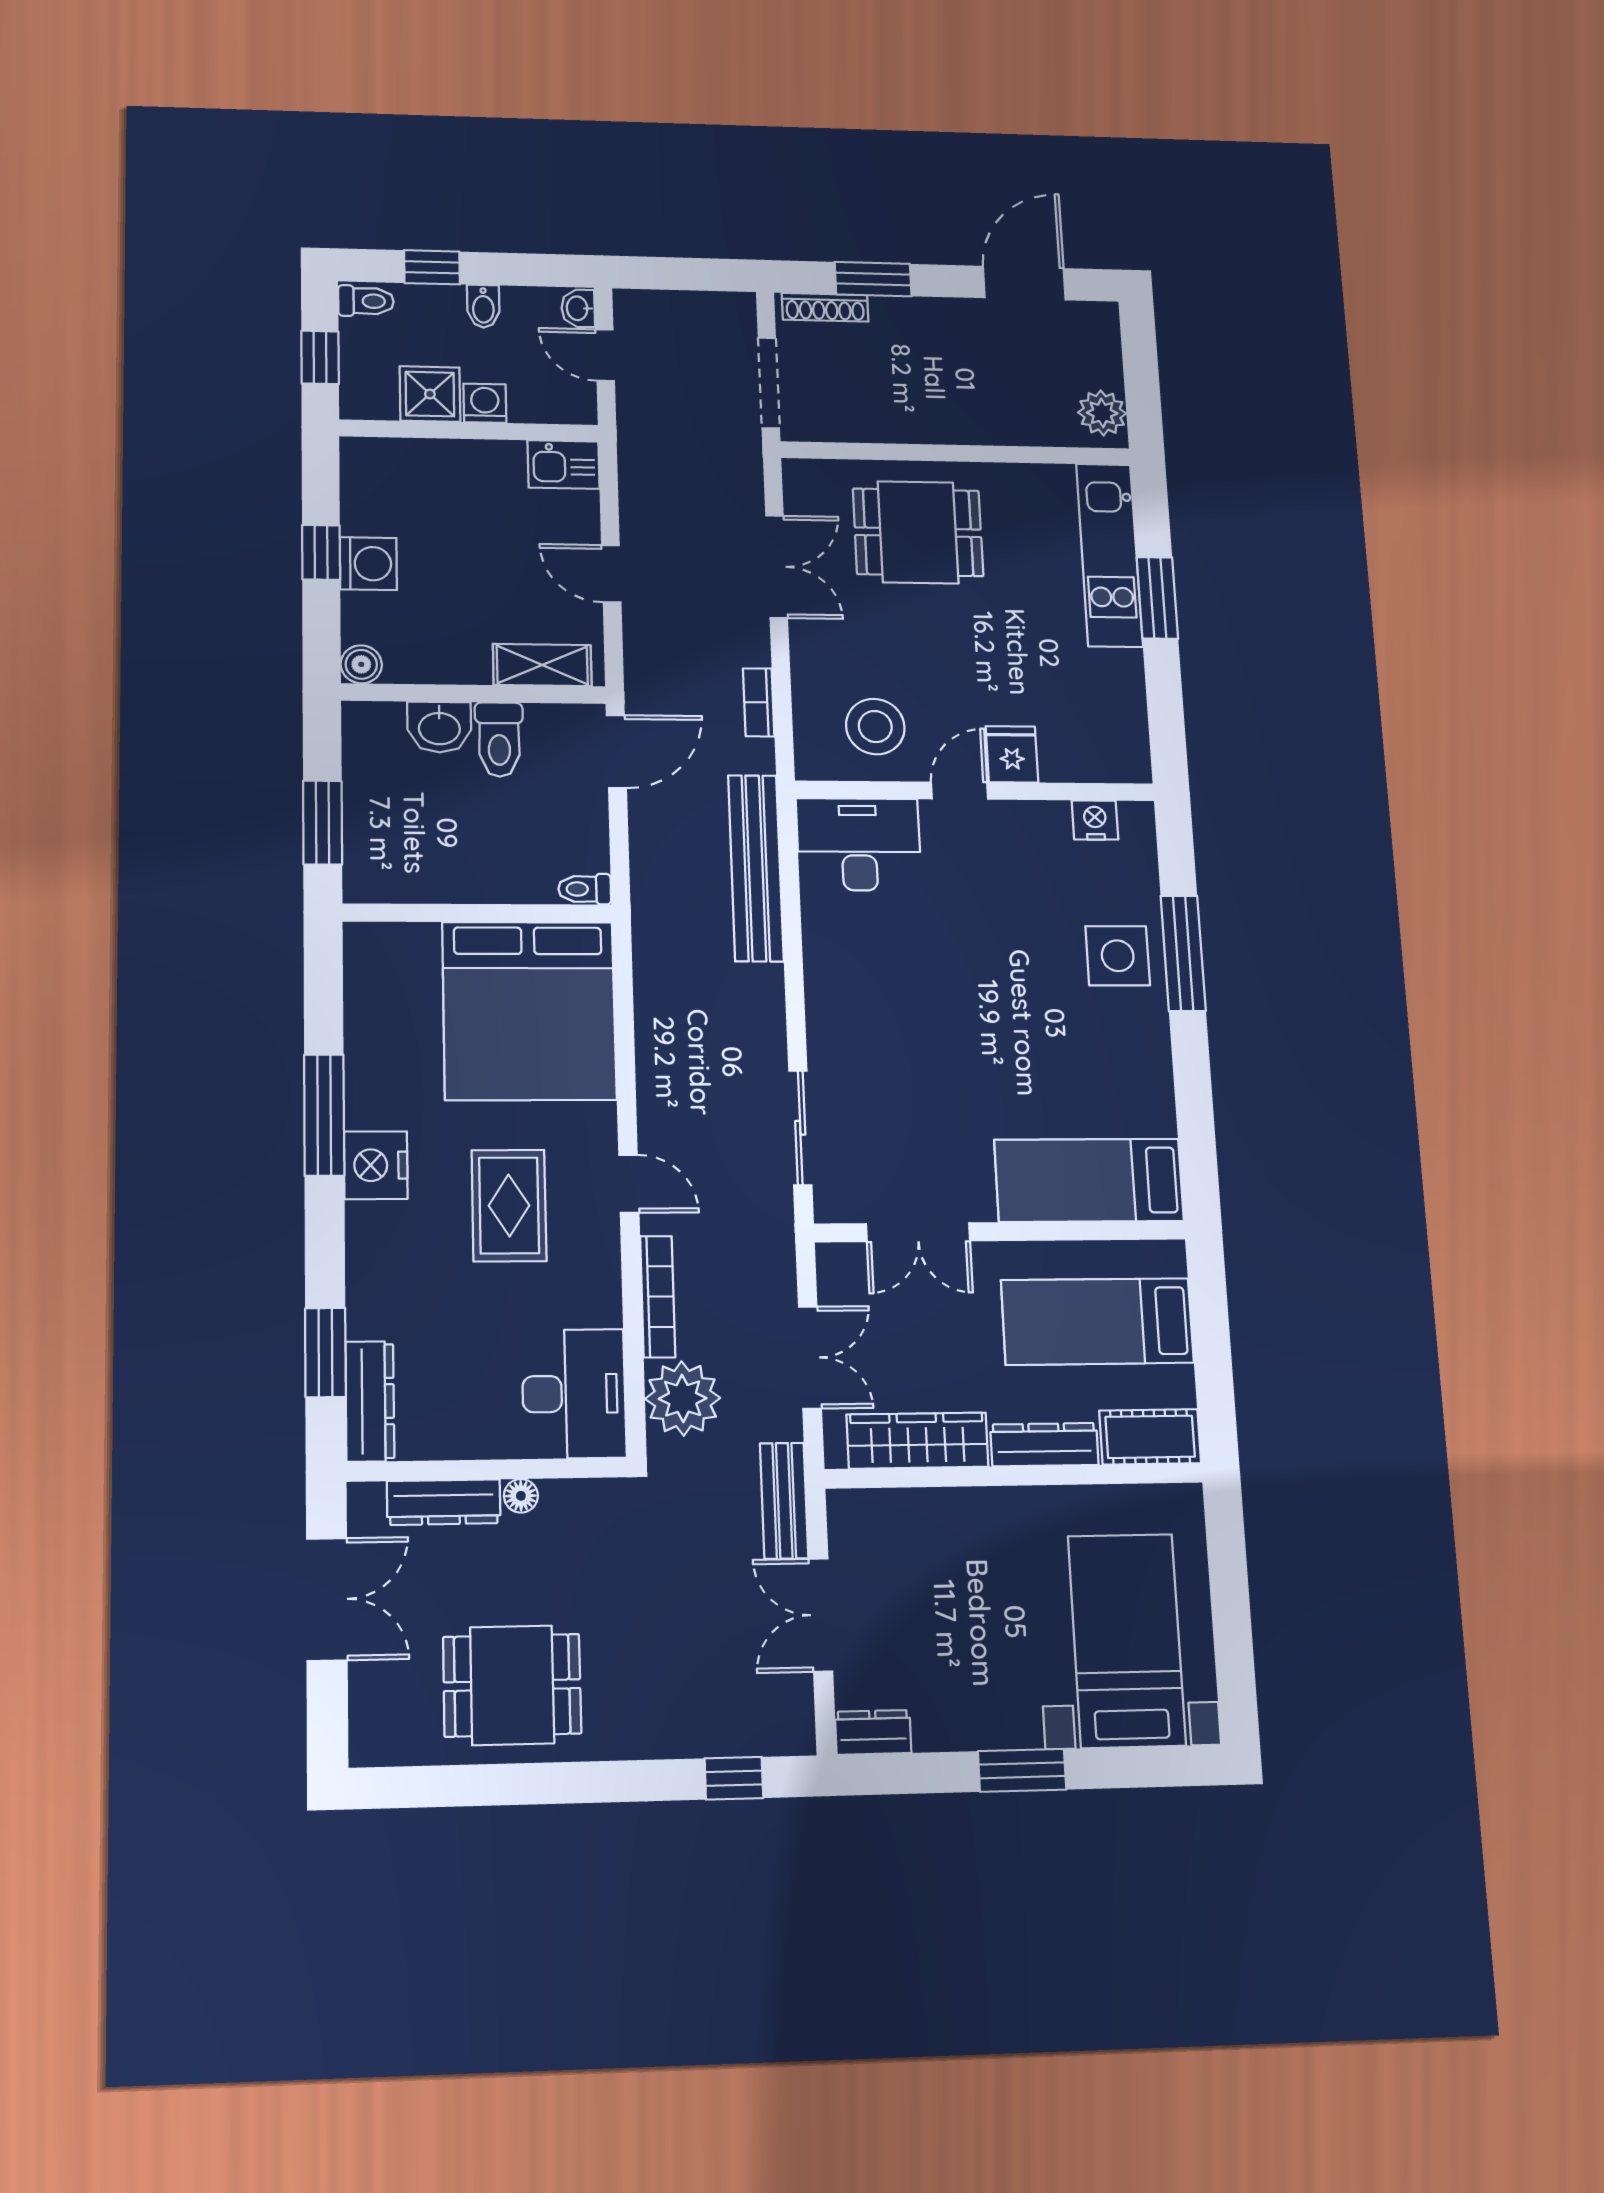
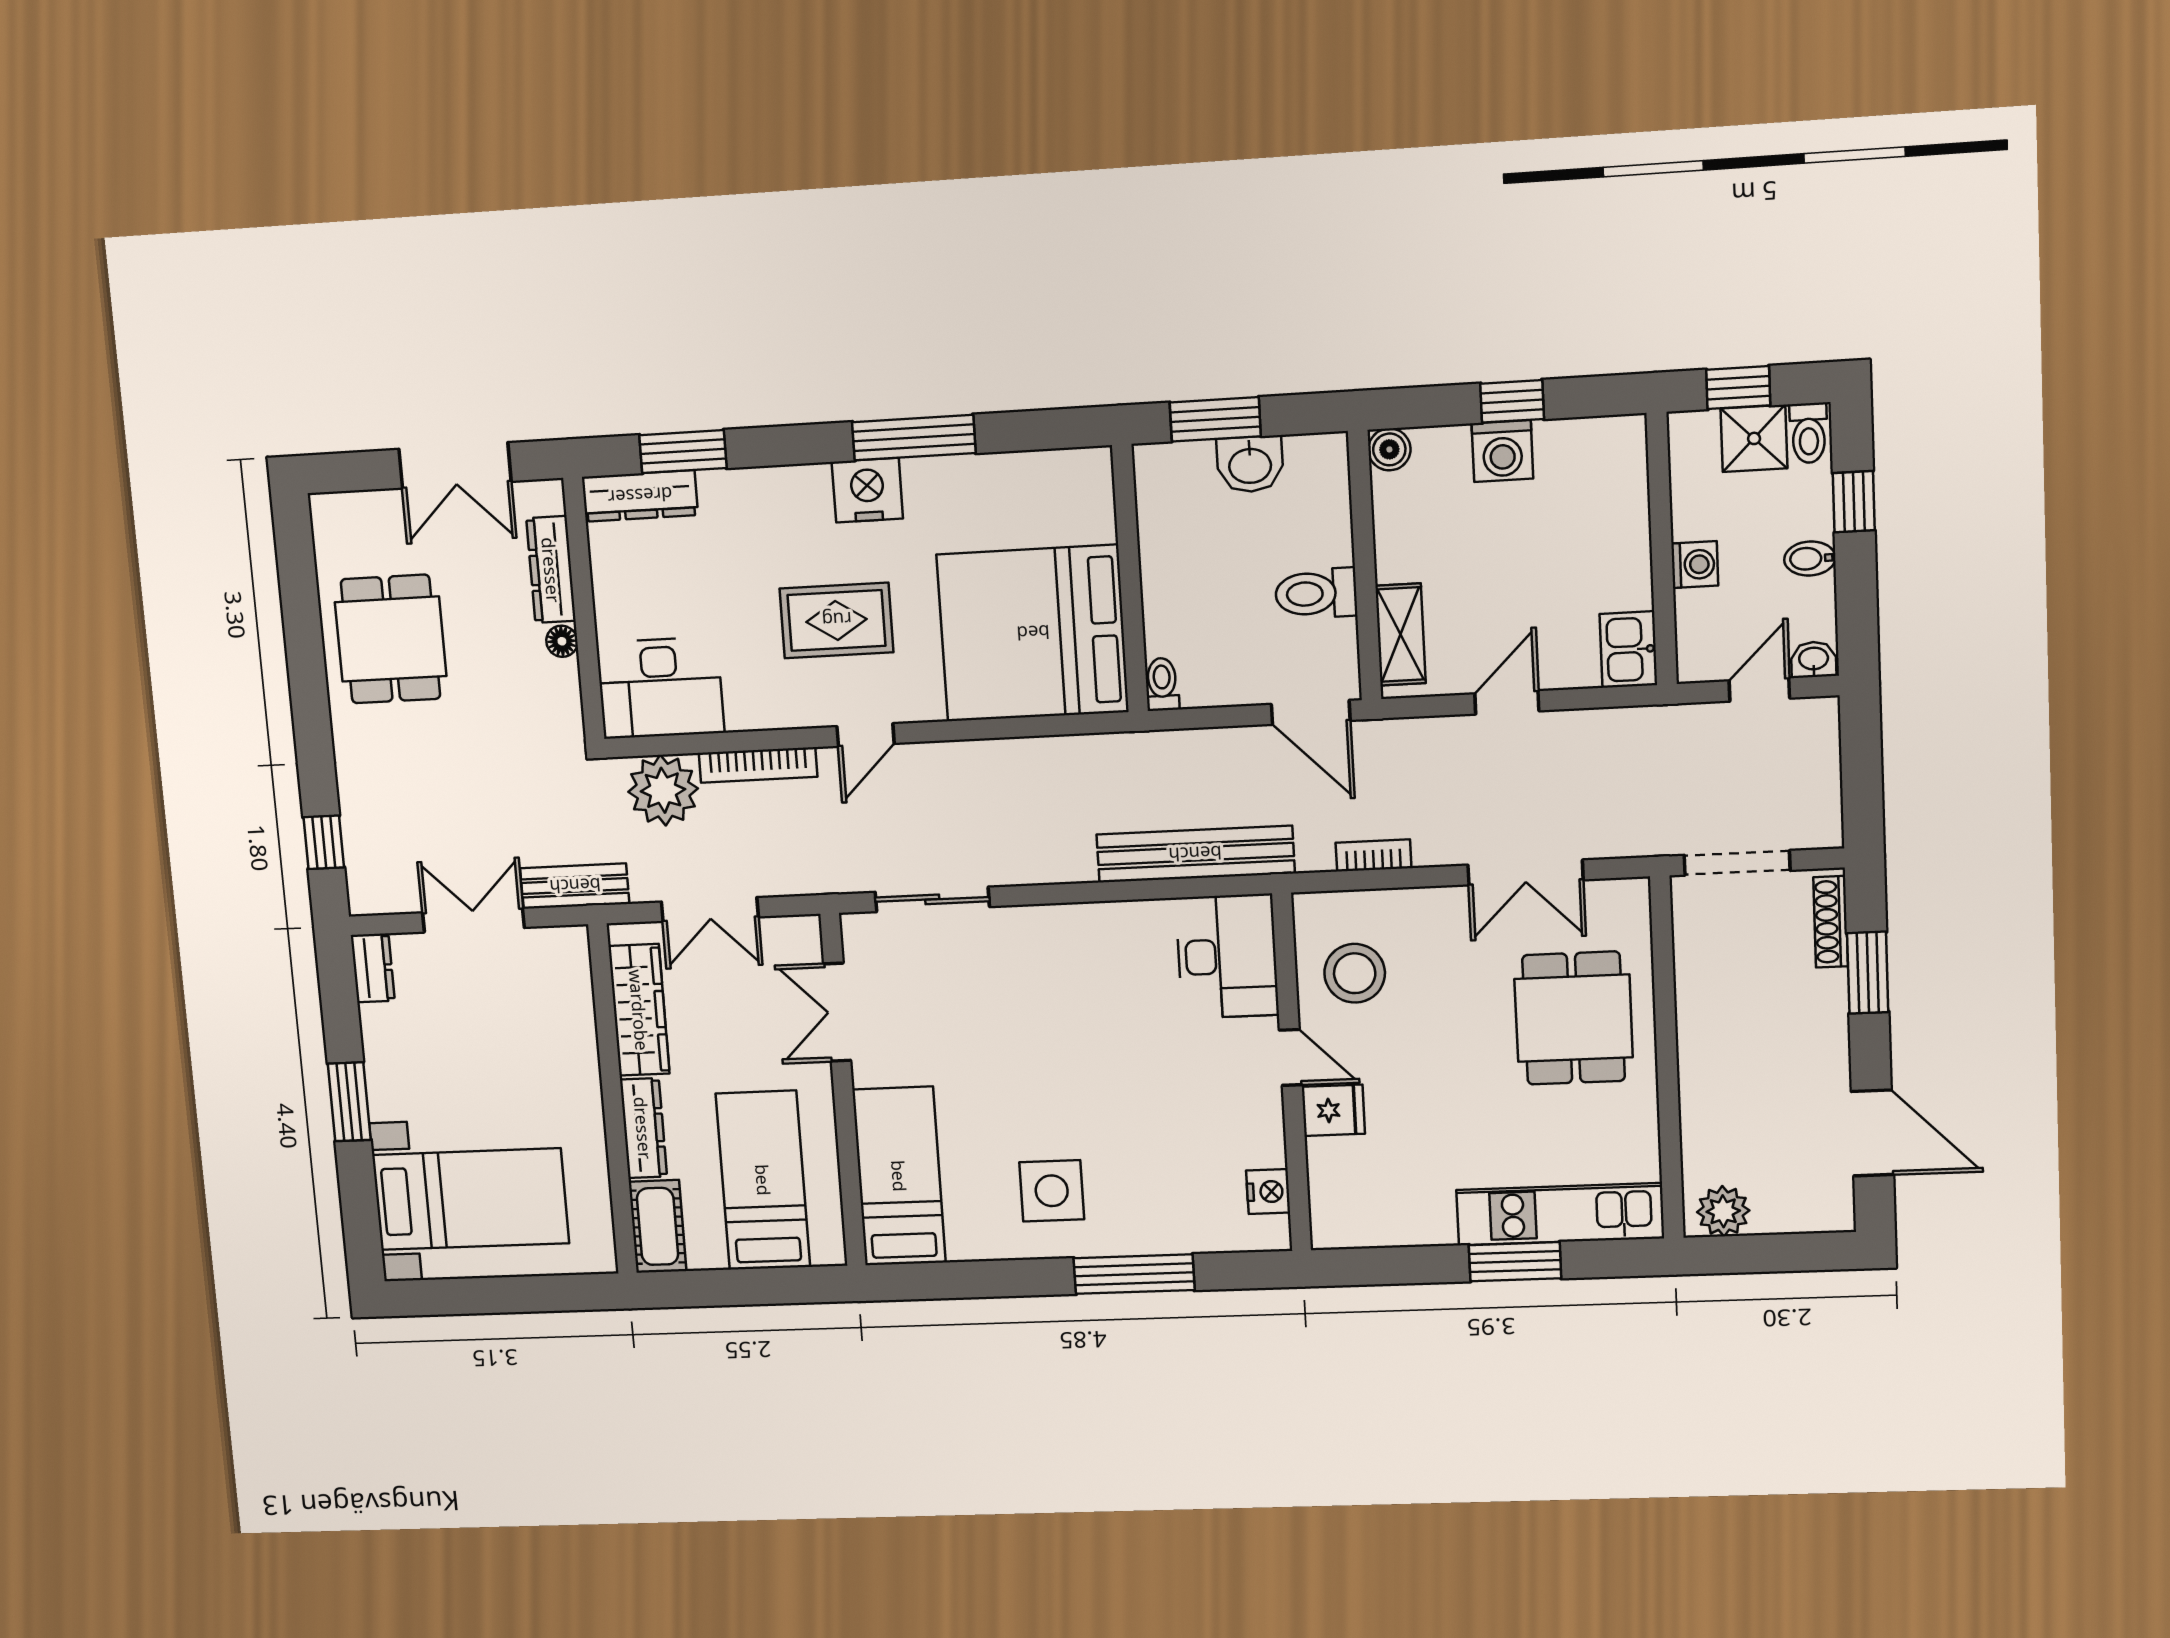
shower: (430, 394) -> (1754, 438), moved
washbasin: (439, 727) -> (1250, 464), moved, turned -90
side table: (1118, 956) -> (1052, 1191), moved

